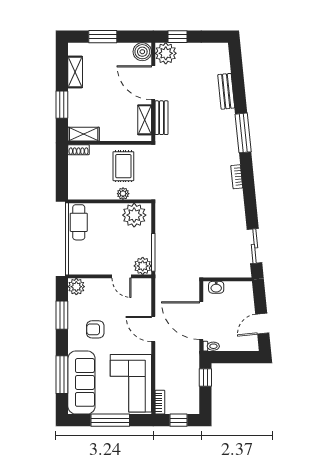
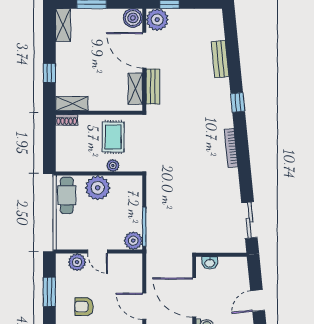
shelving: (75, 72) -> (63, 25), moved
window: (62, 105) -> (49, 73), width x0.67
window: (243, 133) -> (238, 102), width x0.46
bookcase: (237, 177) -> (231, 148), width x1.56
plant: (134, 215) -> (98, 188), moved
door: (121, 276) -> (98, 252), moved
plant: (76, 287) -> (77, 262), moved

